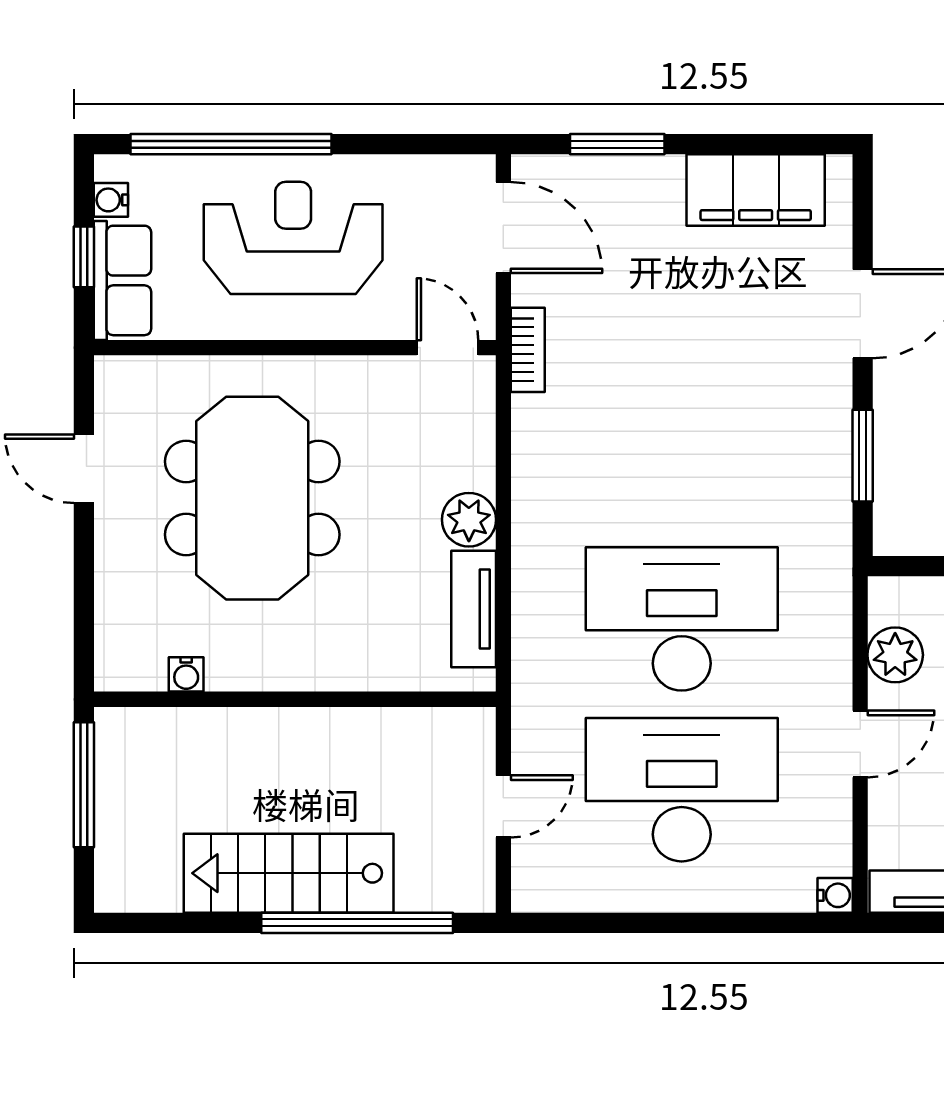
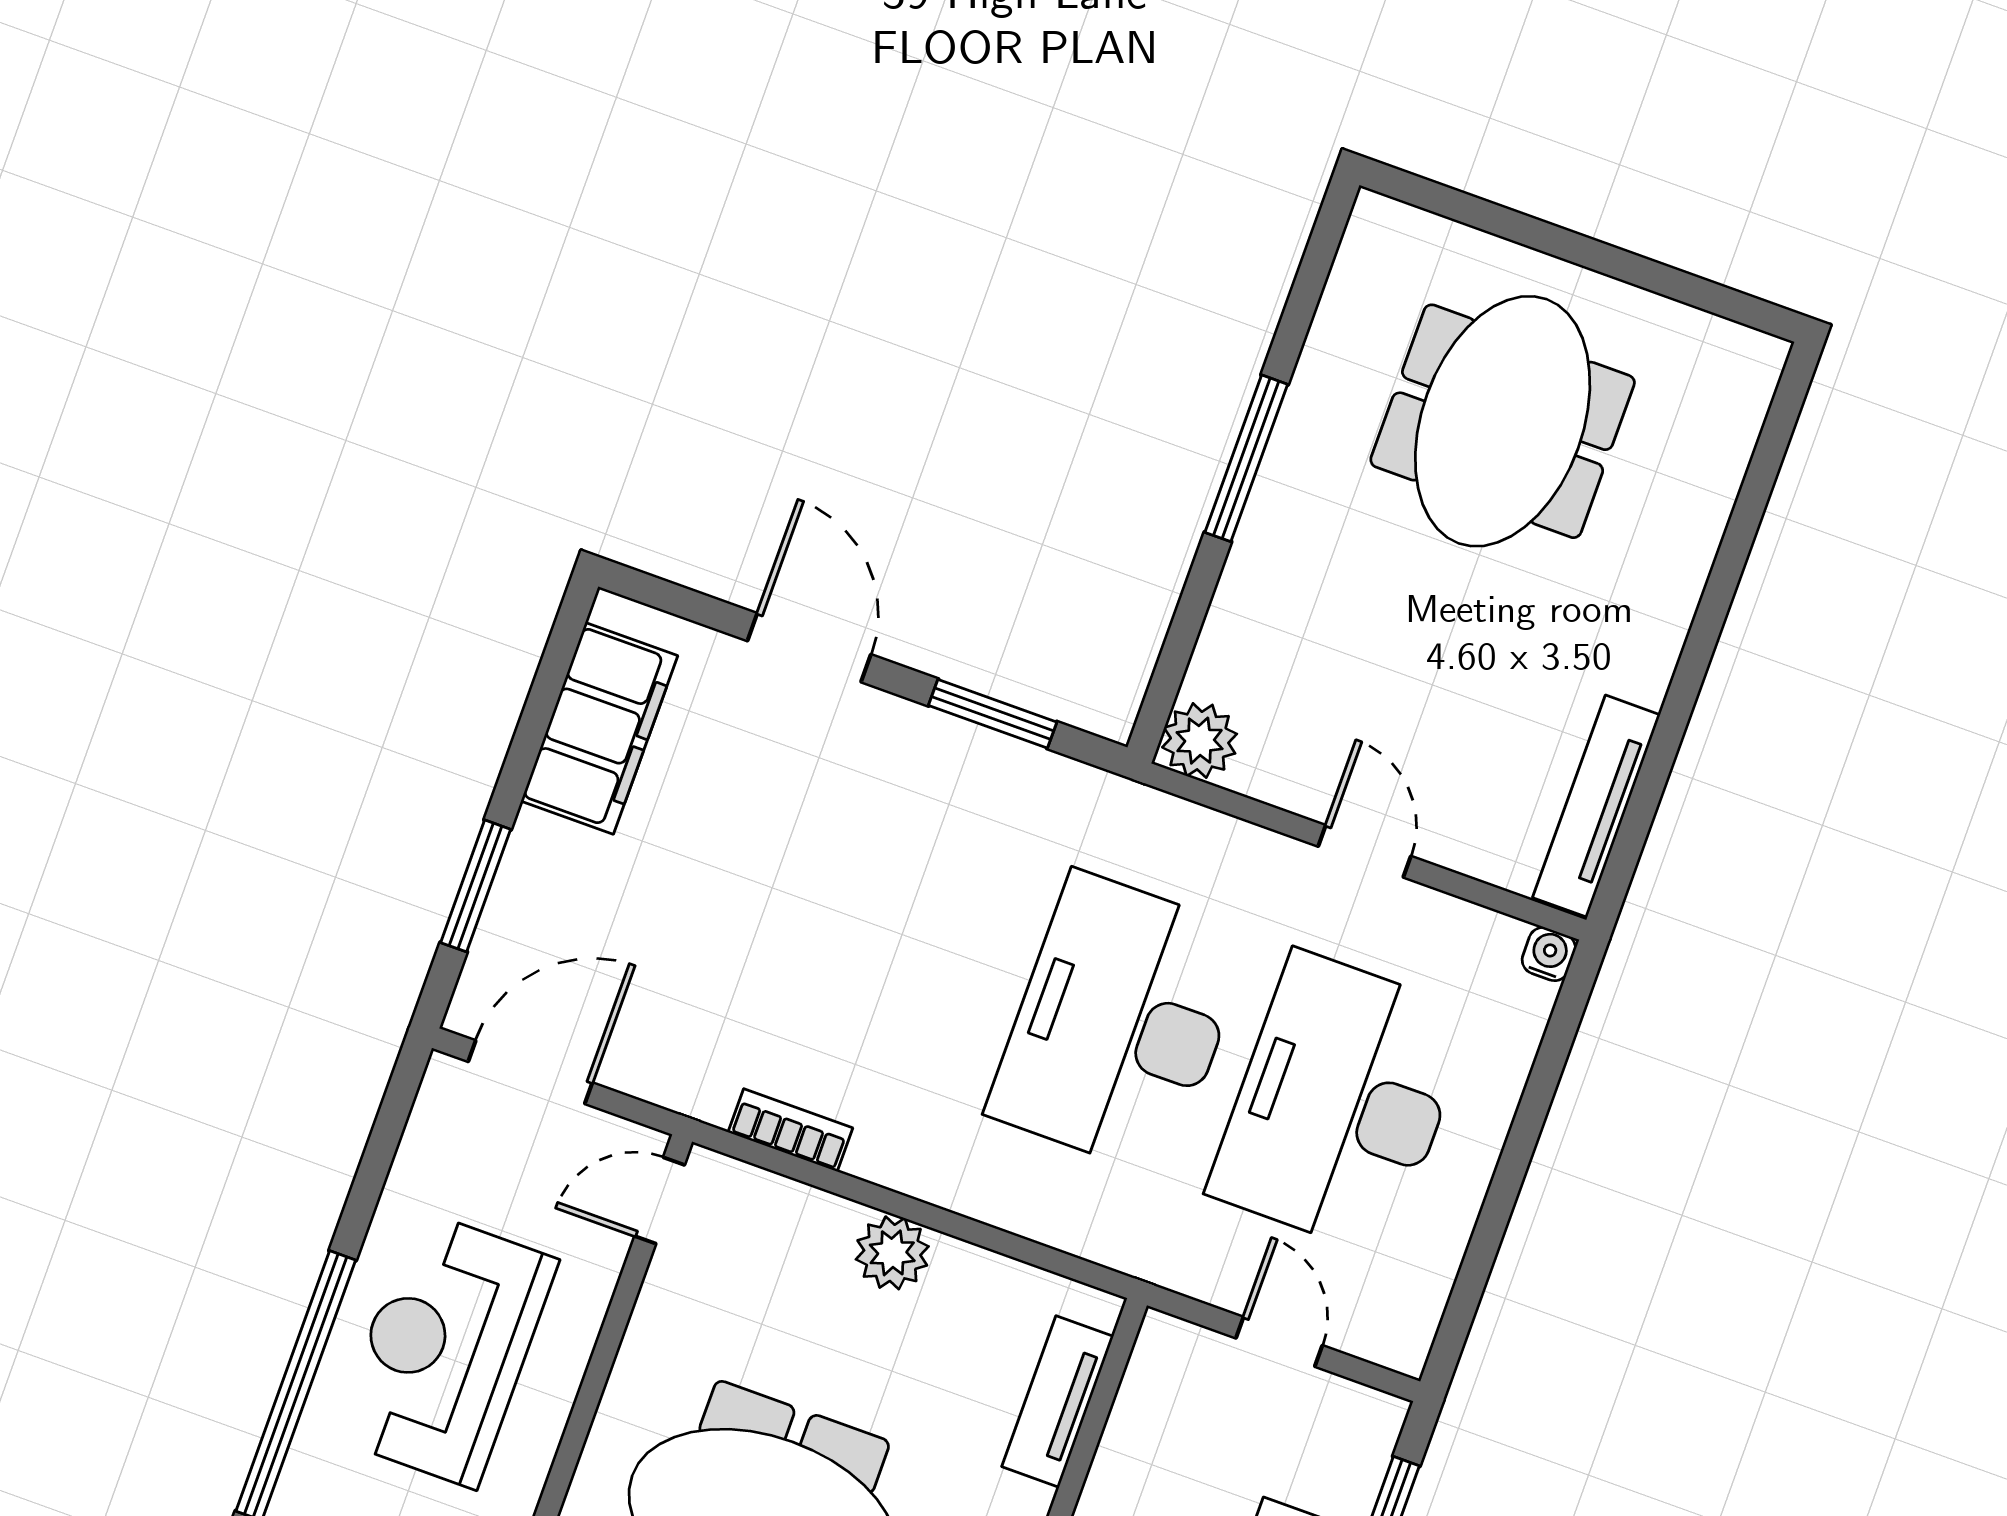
bookcase: (528, 350) -> (790, 1130), moved
tv unit: (474, 609) -> (1058, 1401), moved, turned 90
plant: (895, 655) -> (1200, 741), moved

